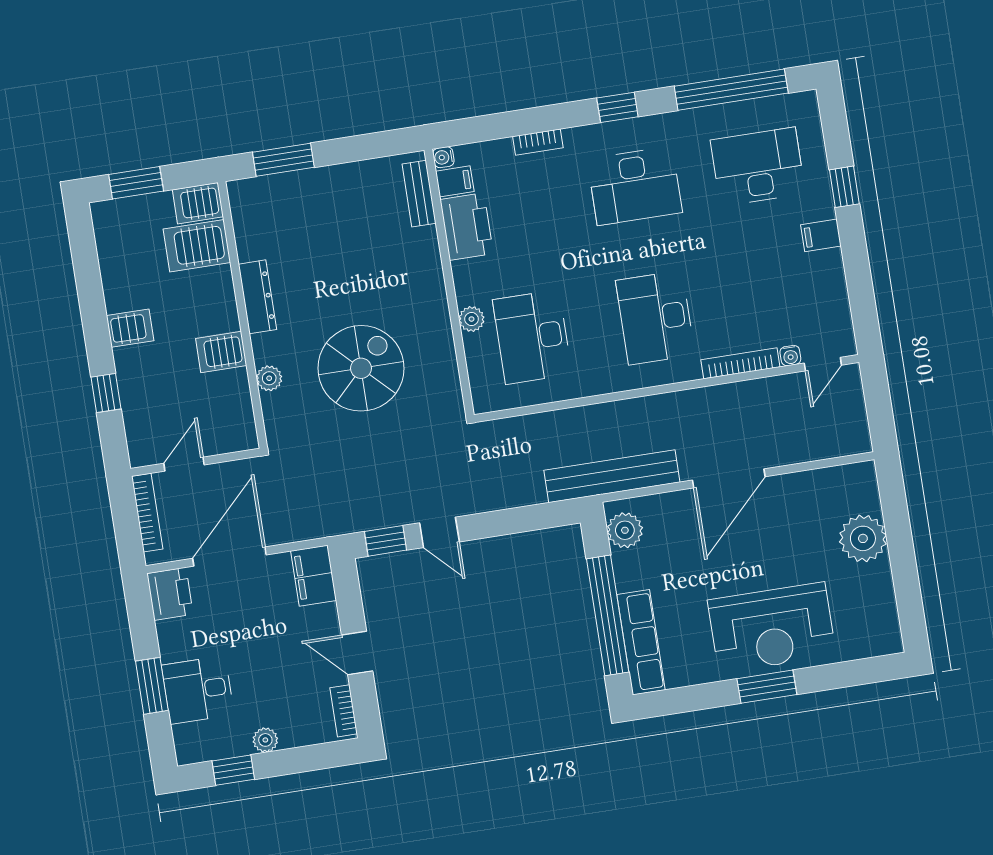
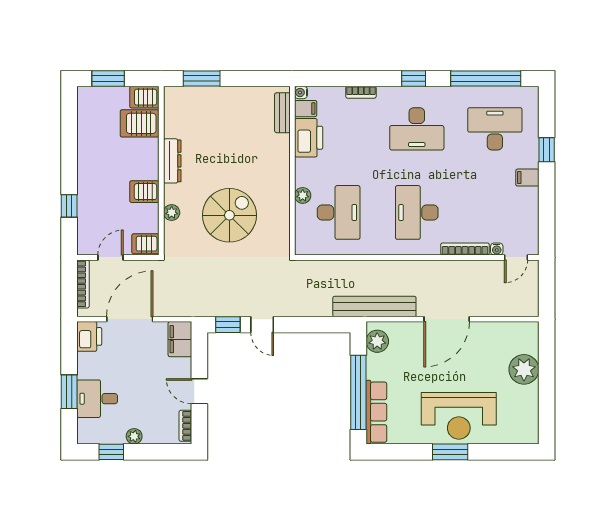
server rack: (130, 328) -> (145, 244), moved, turned 180
desk: (532, 337) -> (339, 212), turned 180

